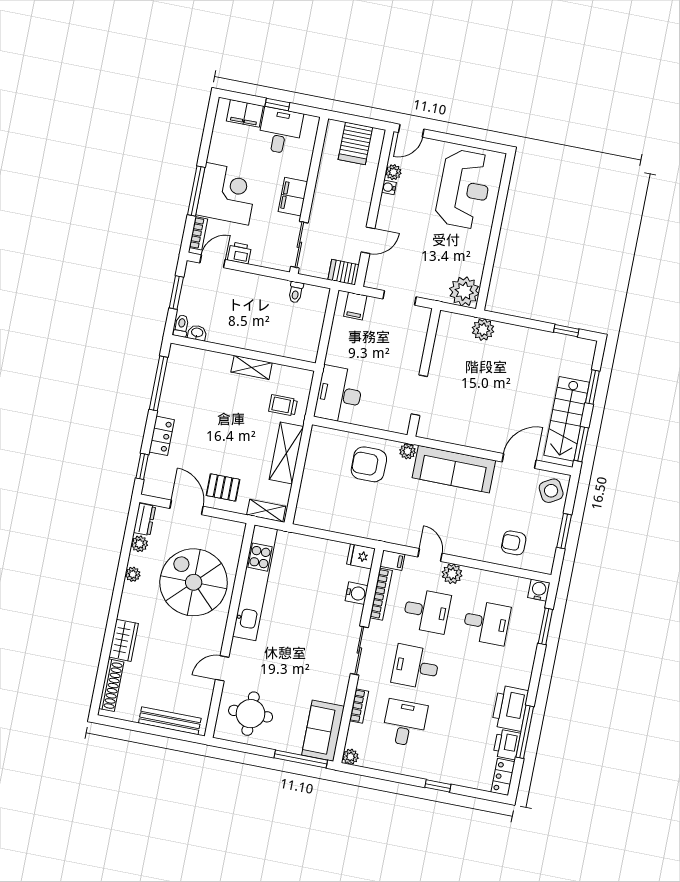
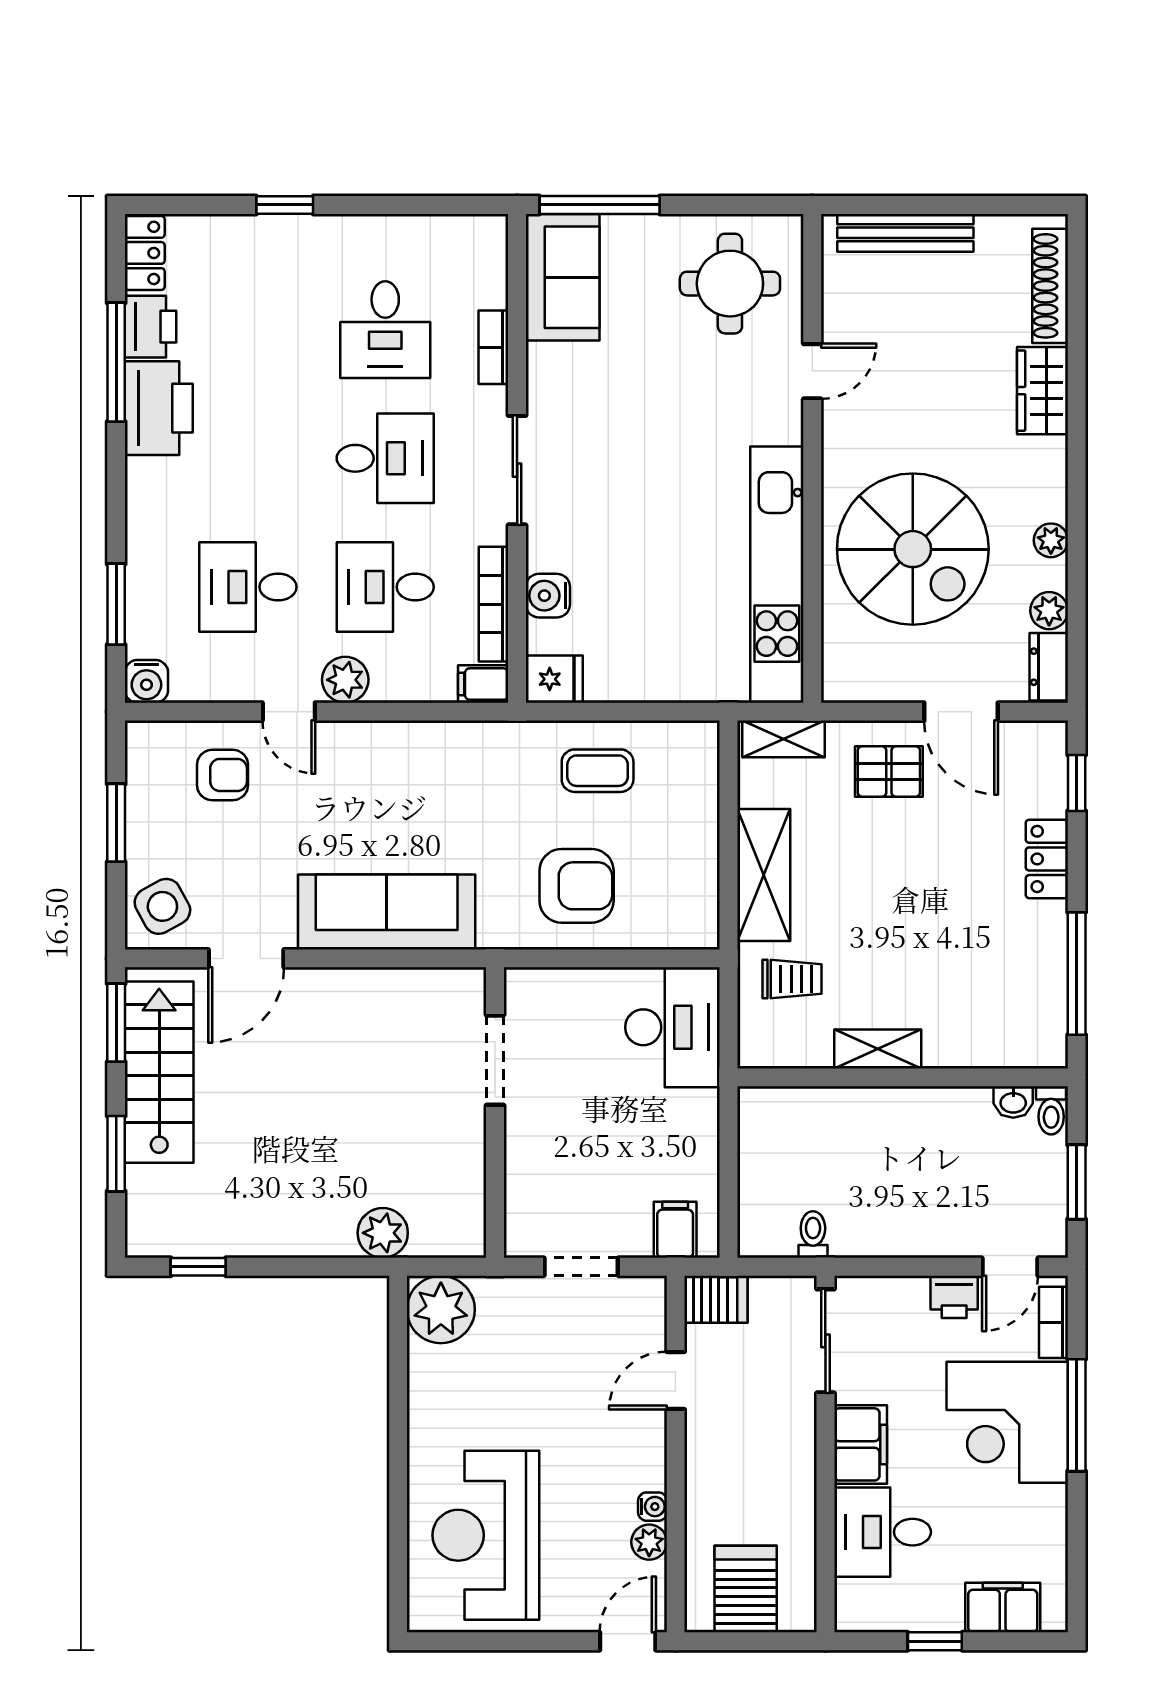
desk: (280, 131) -> (883, 1532), moved, turned 90
plant: (408, 451) -> (497, 931), removed
coffee table: (350, 513) -> (598, 771), added
door: (430, 555) -> (289, 712), moved
plant: (350, 757) -> (490, 232), removed

